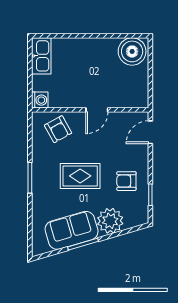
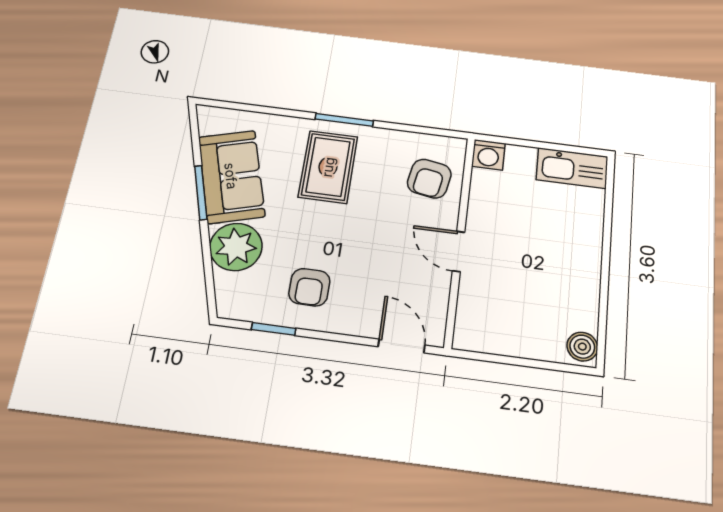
boiler: (132, 51) -> (582, 347), width x0.54, depth x0.54
armchair: (58, 129) -> (429, 179), turned -51
rug: (80, 176) -> (328, 167), moved
armchair: (126, 181) -> (309, 287), turned 180

